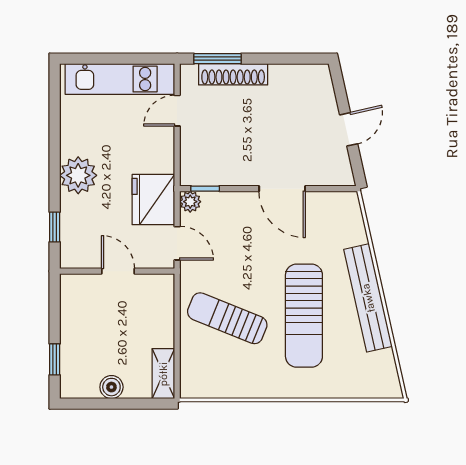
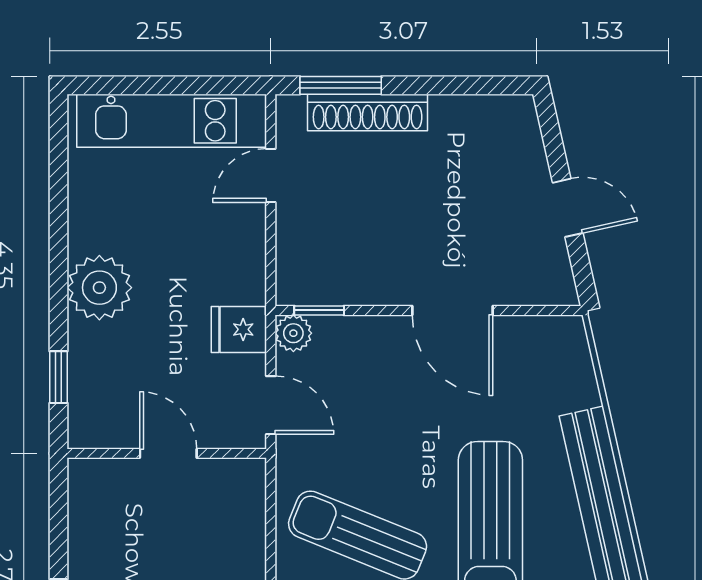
door: (349, 129) -> (568, 208), hinge flipped
fridge: (153, 200) -> (239, 329), width x0.53, depth x0.75

